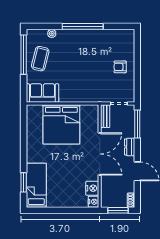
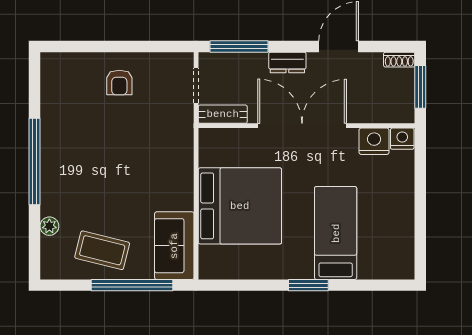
window: (24, 55) -> (132, 285), moved
window: (24, 182) -> (308, 285), moved
bed: (36, 185) -> (336, 233), moved, turned 90

